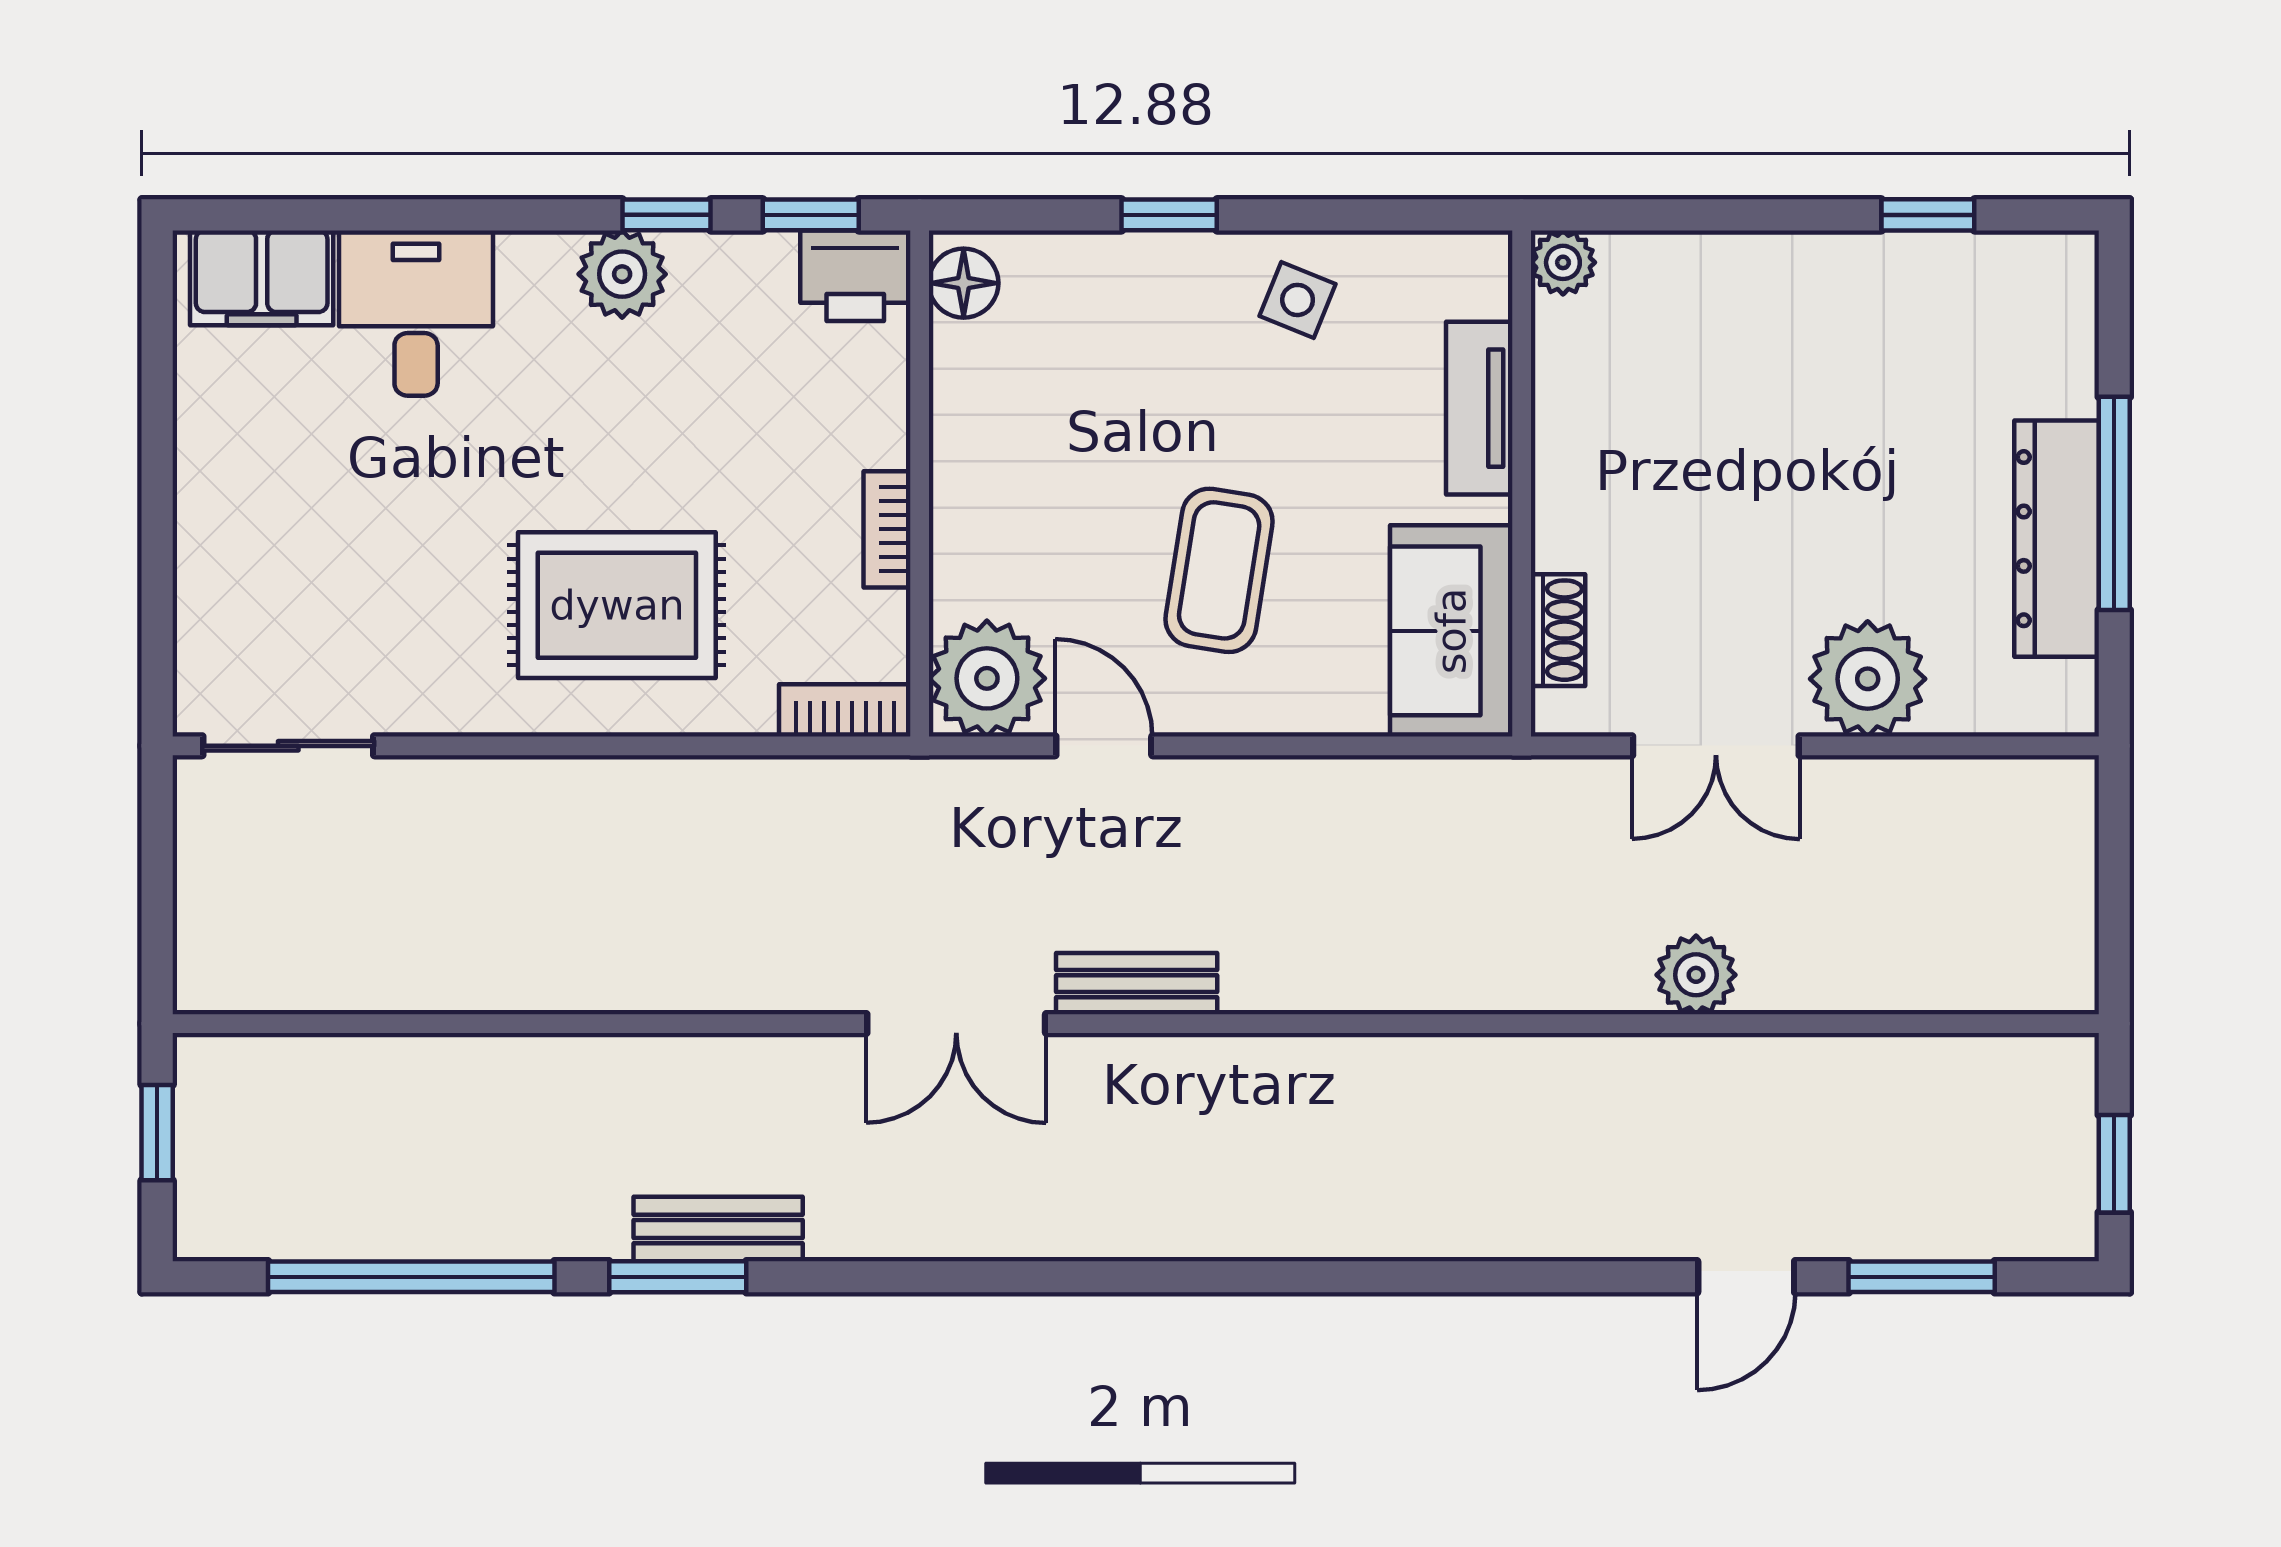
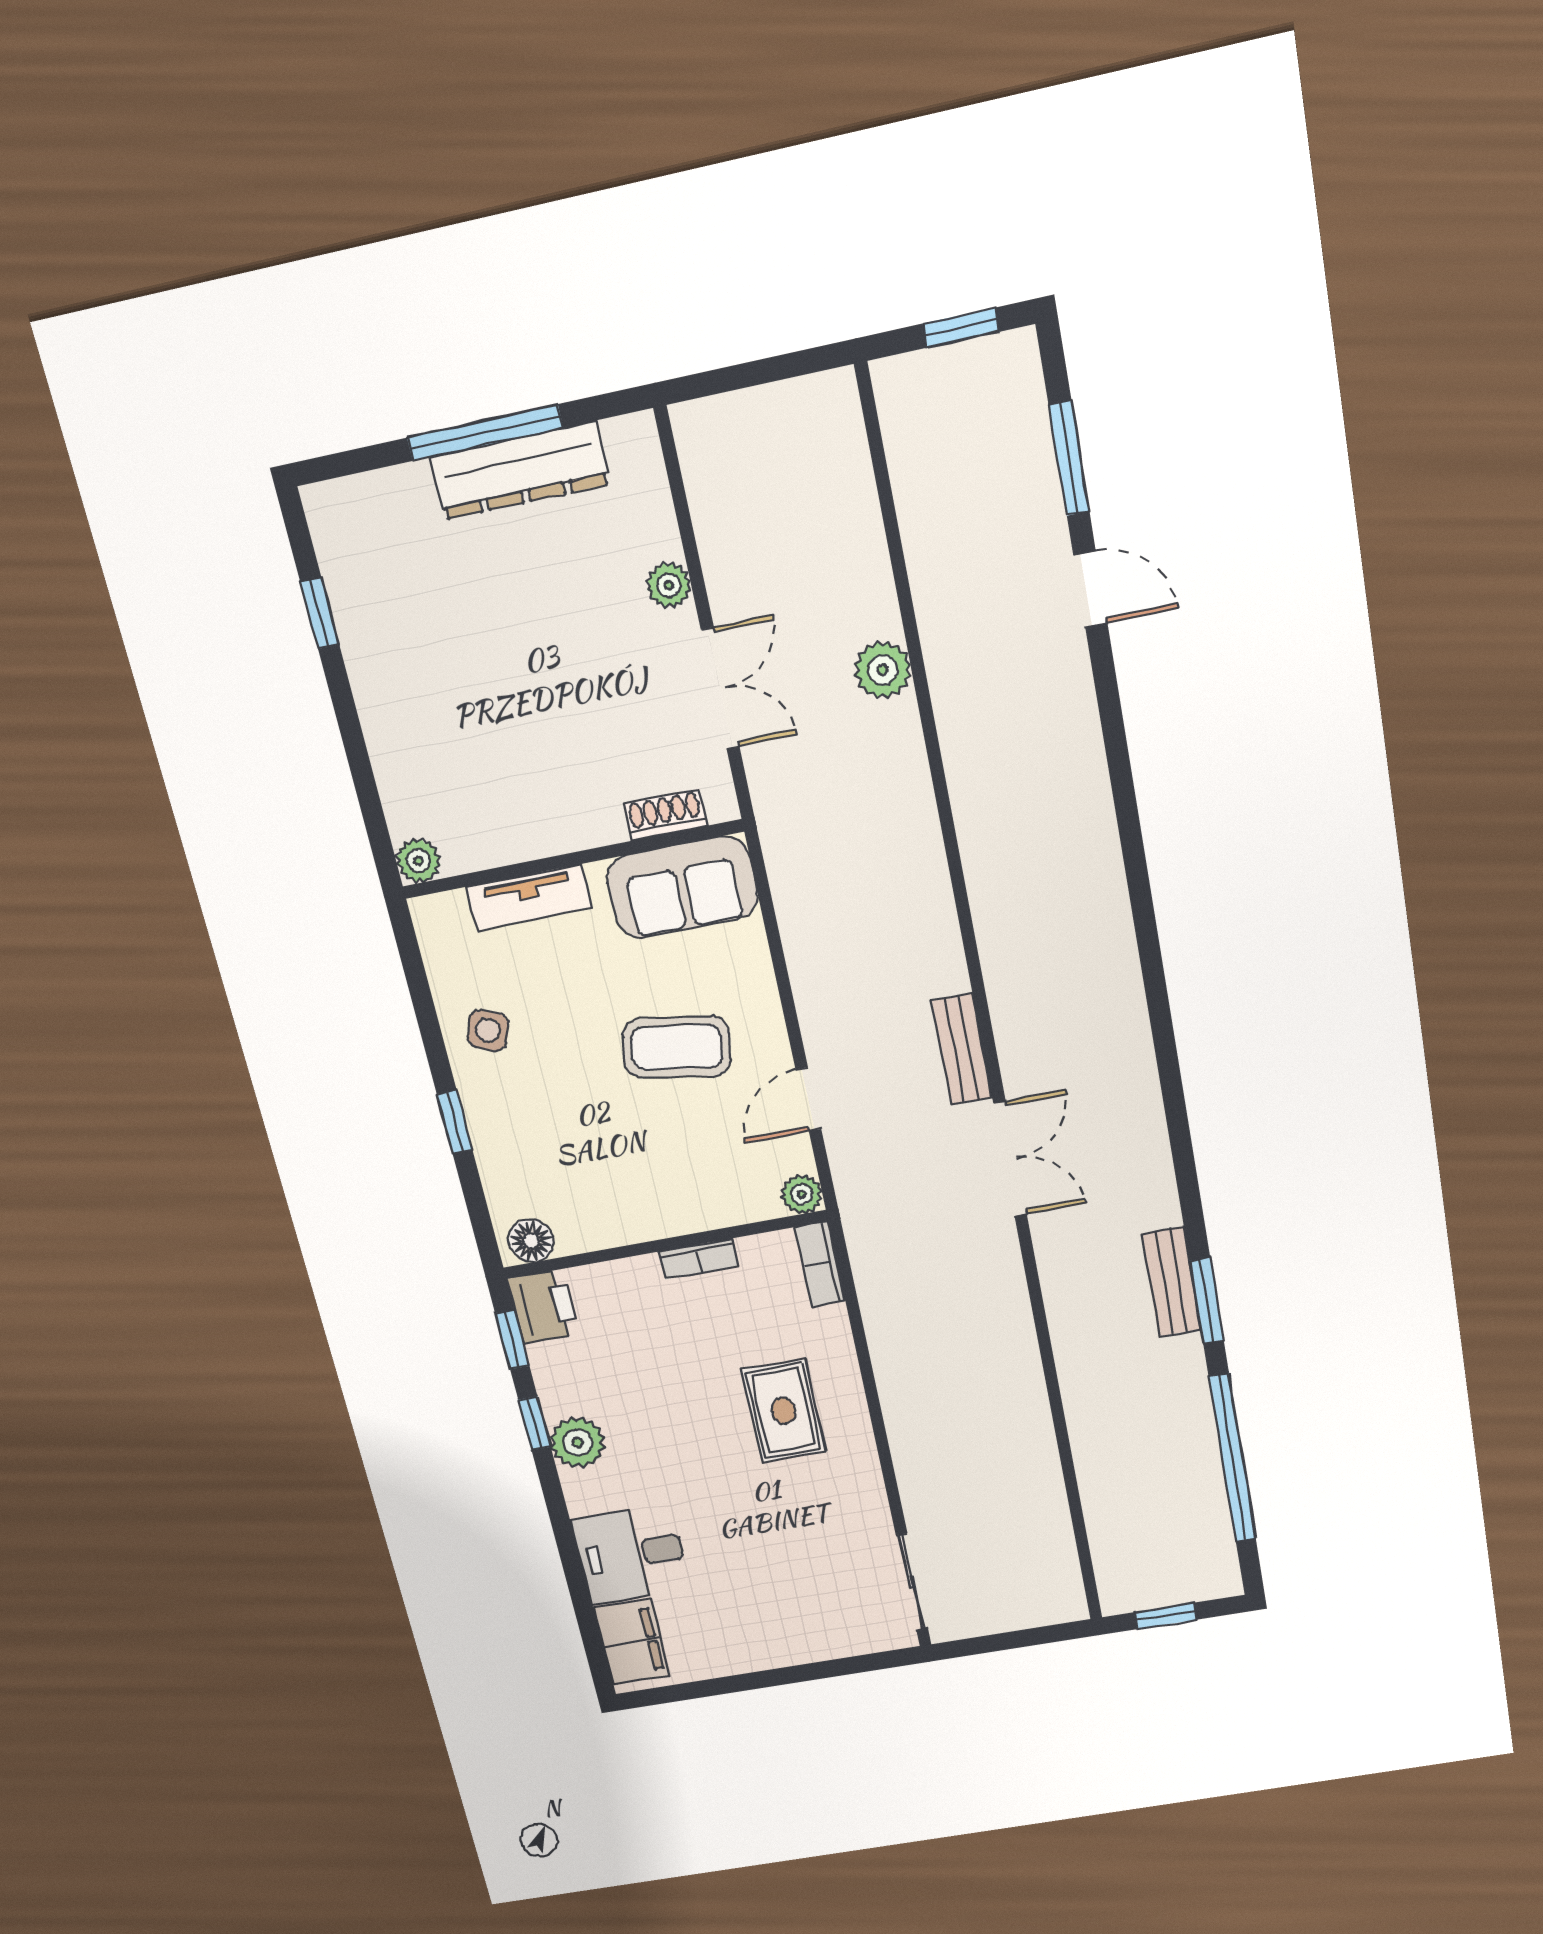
rug: (617, 605) -> (784, 1411), width x0.73, depth x0.70
plant: (987, 678) -> (802, 1194), width x0.53, depth x0.53
plant: (1868, 679) -> (669, 585), width x0.53, depth x0.53

